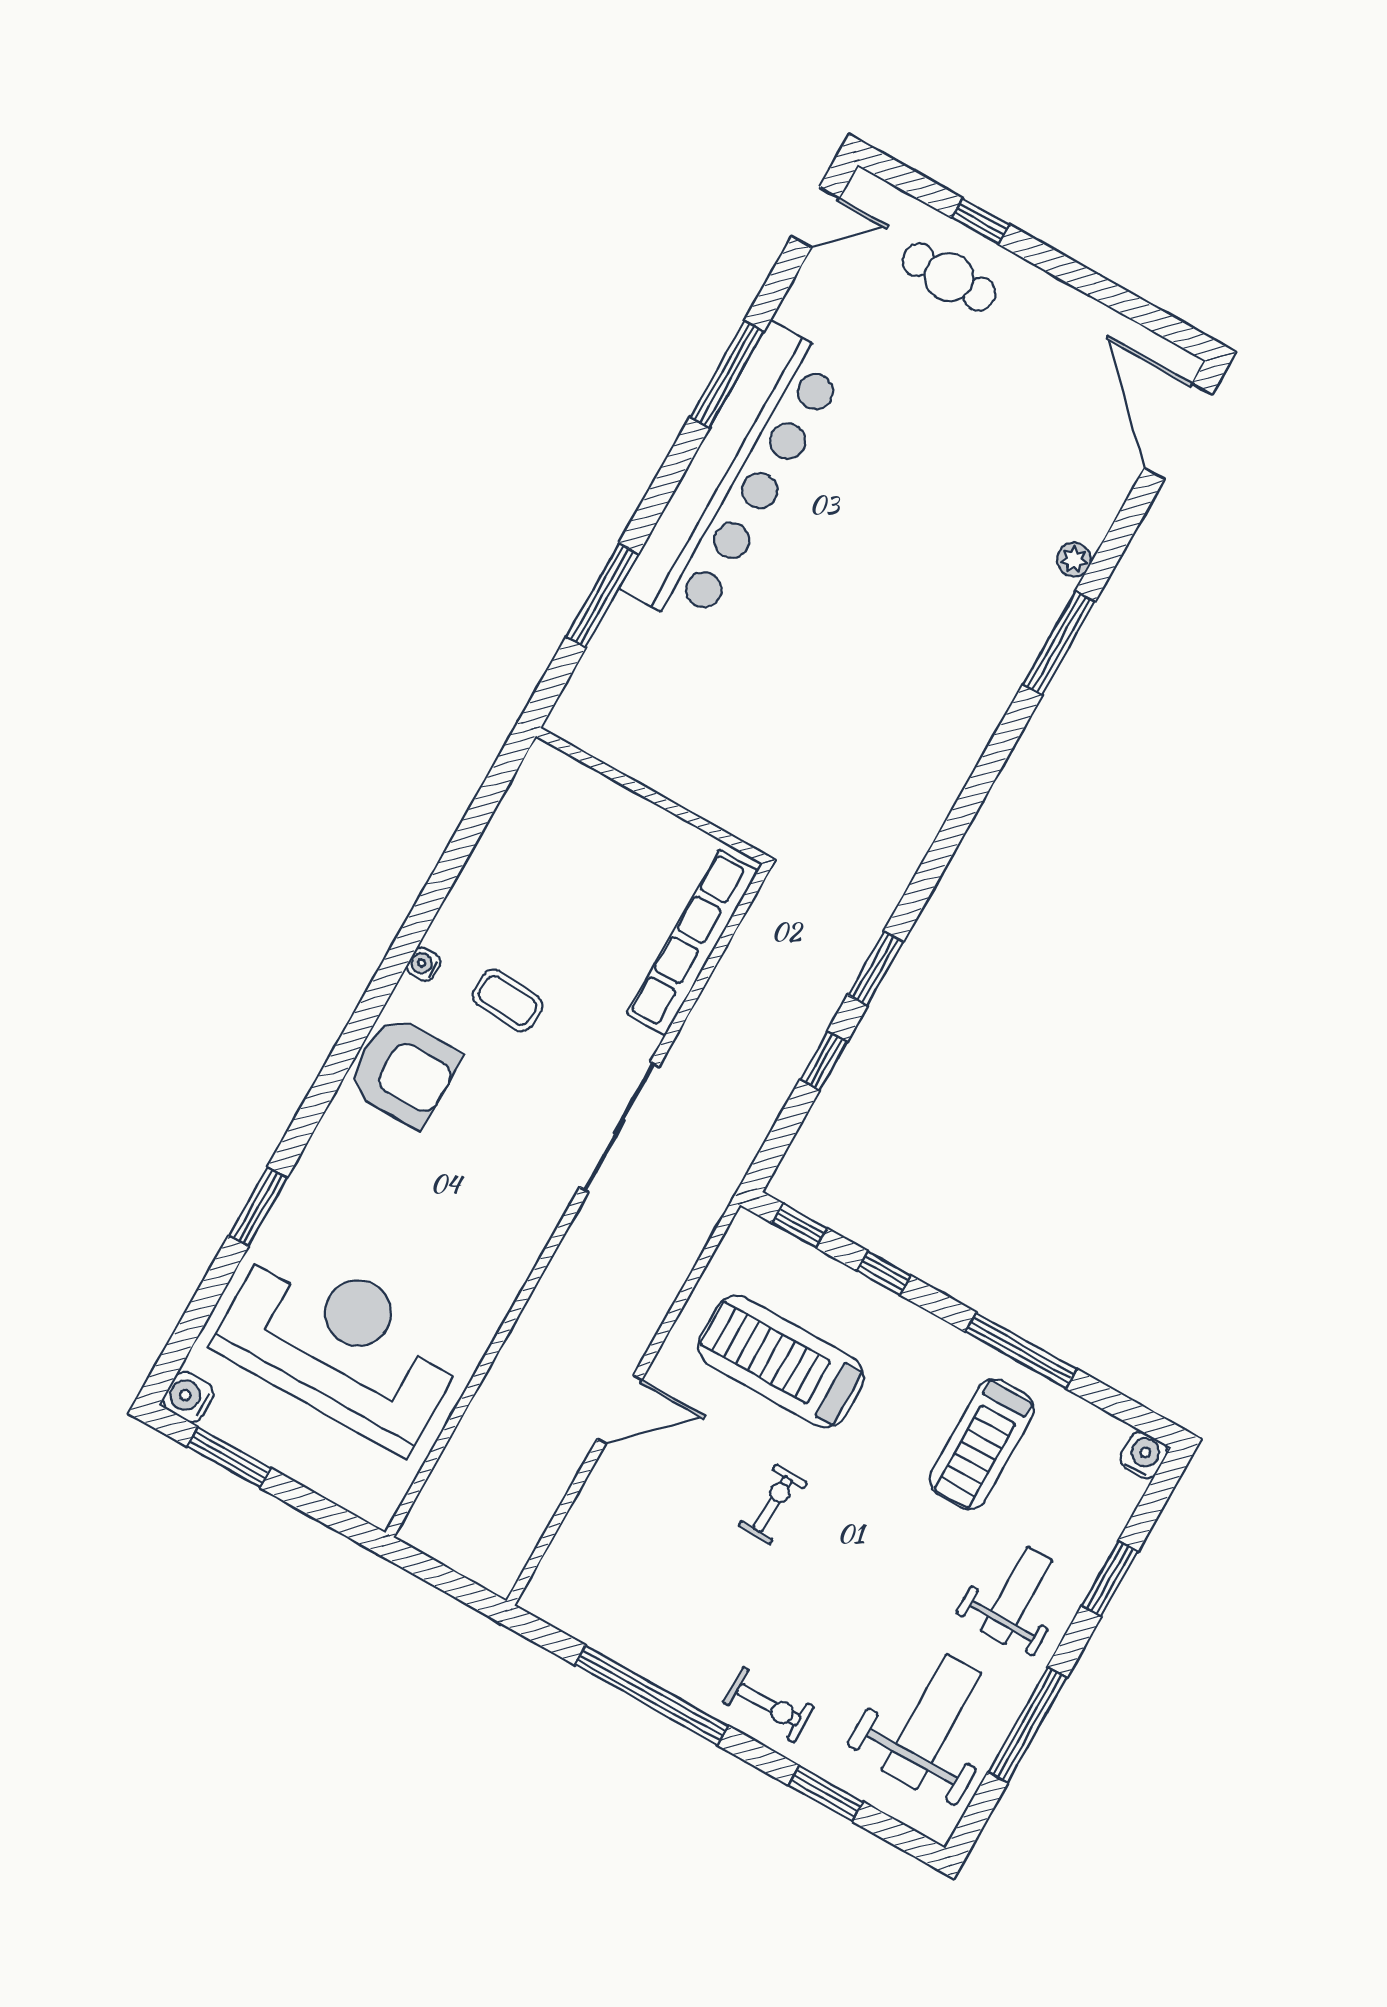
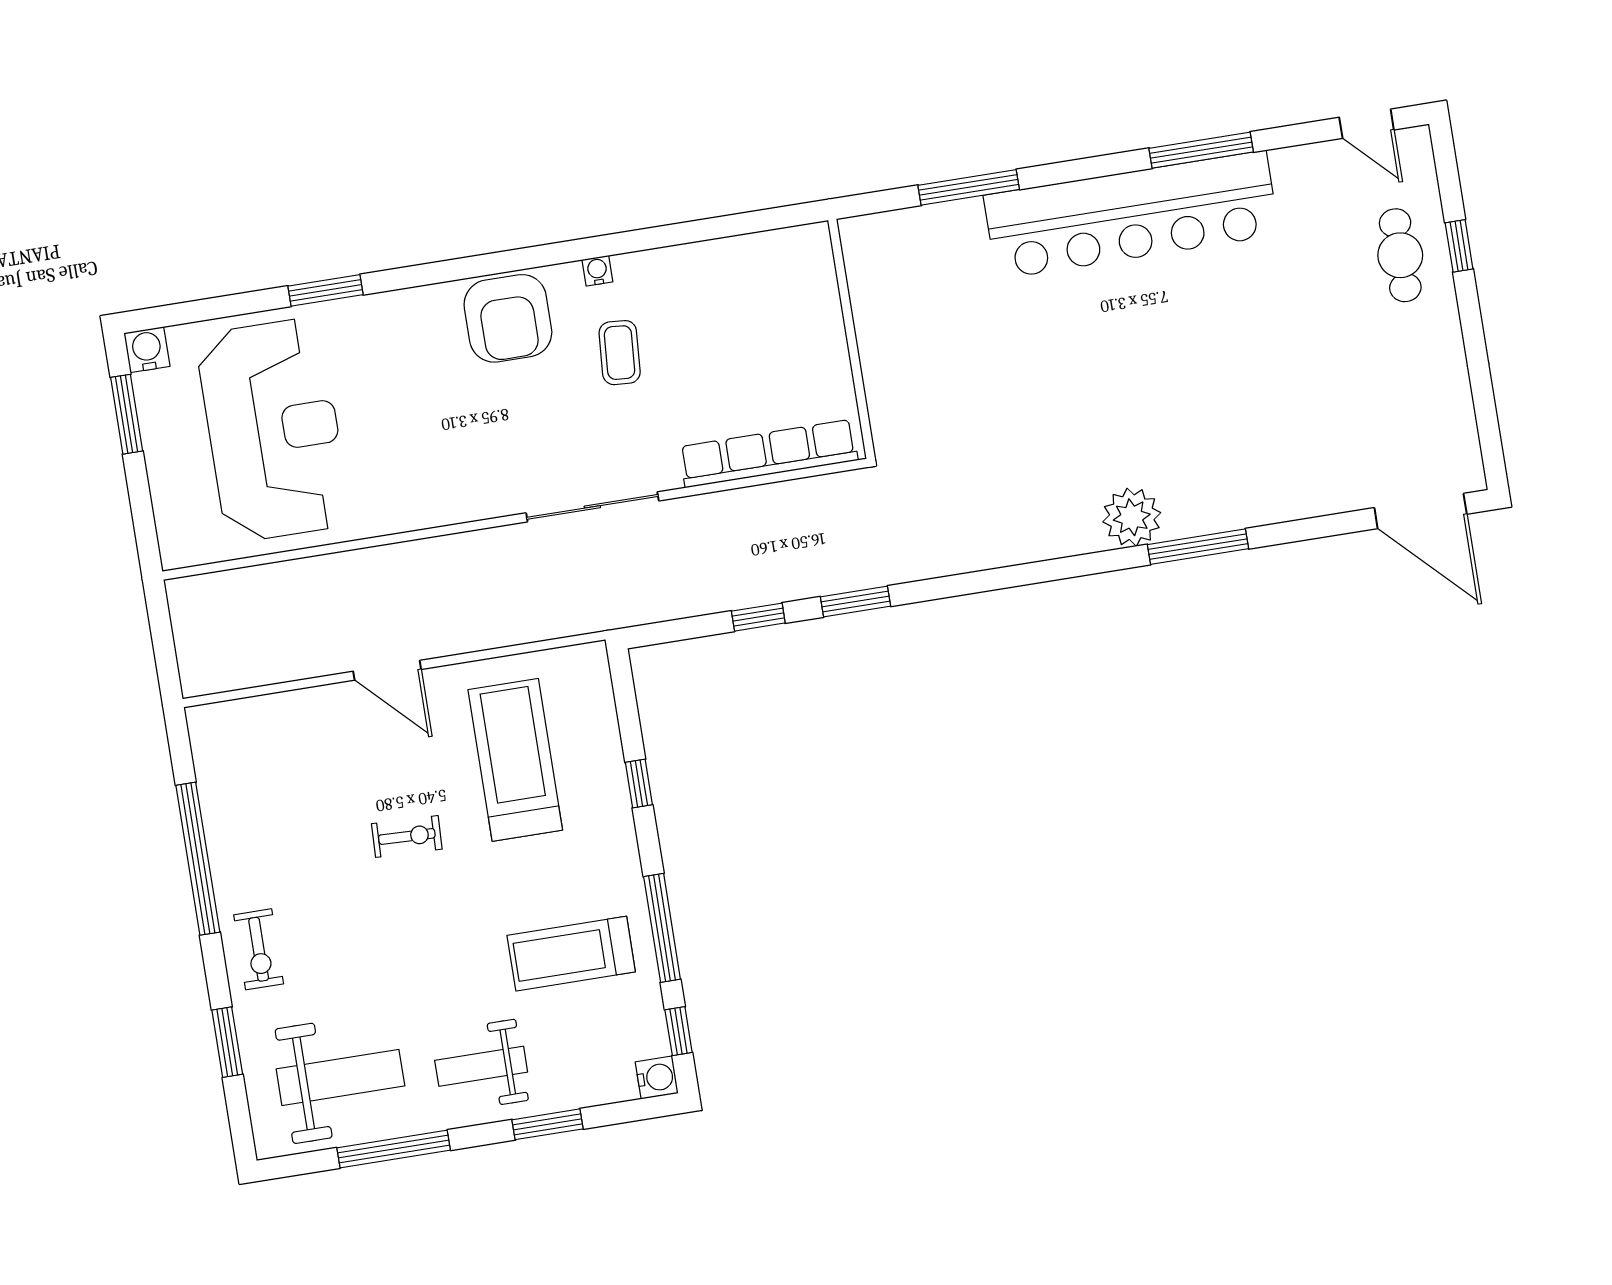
door: (1178, 431) -> (1421, 511), swing flipped
plant: (1074, 560) -> (1132, 517), moved, width x1.87, depth x1.87
window: (800, 1226) -> (679, 1031), moved
weight bench: (1016, 1596) -> (481, 1066), turned 180

